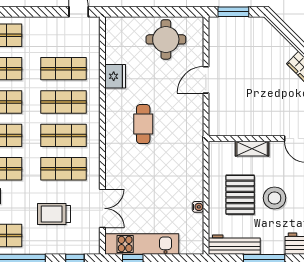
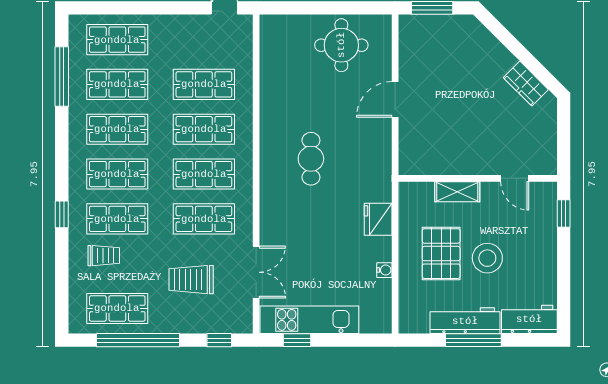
fridge: (115, 76) -> (378, 219), moved, turned 180
workbench: (234, 245) -> (465, 321), moved

